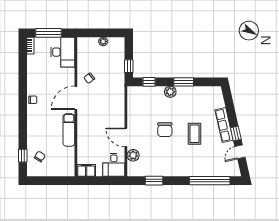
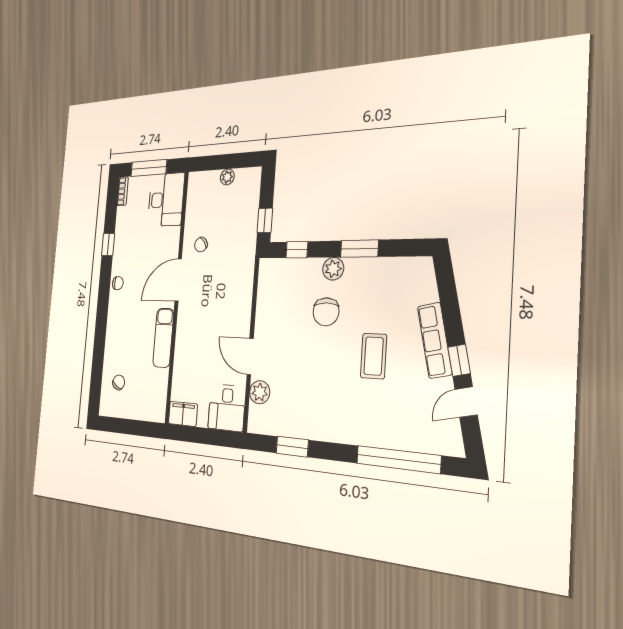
chair: (165, 130) -> (326, 312), moved
window: (23, 156) -> (108, 245), moved

